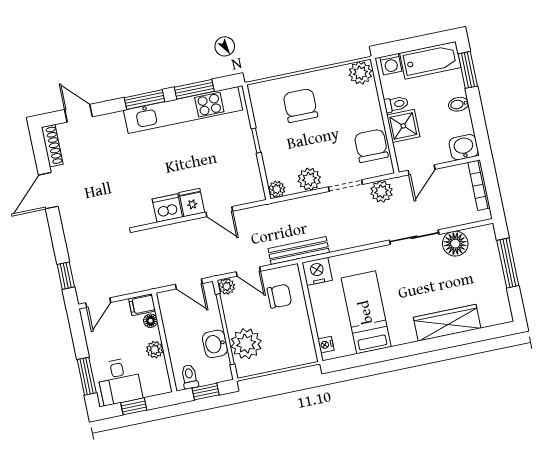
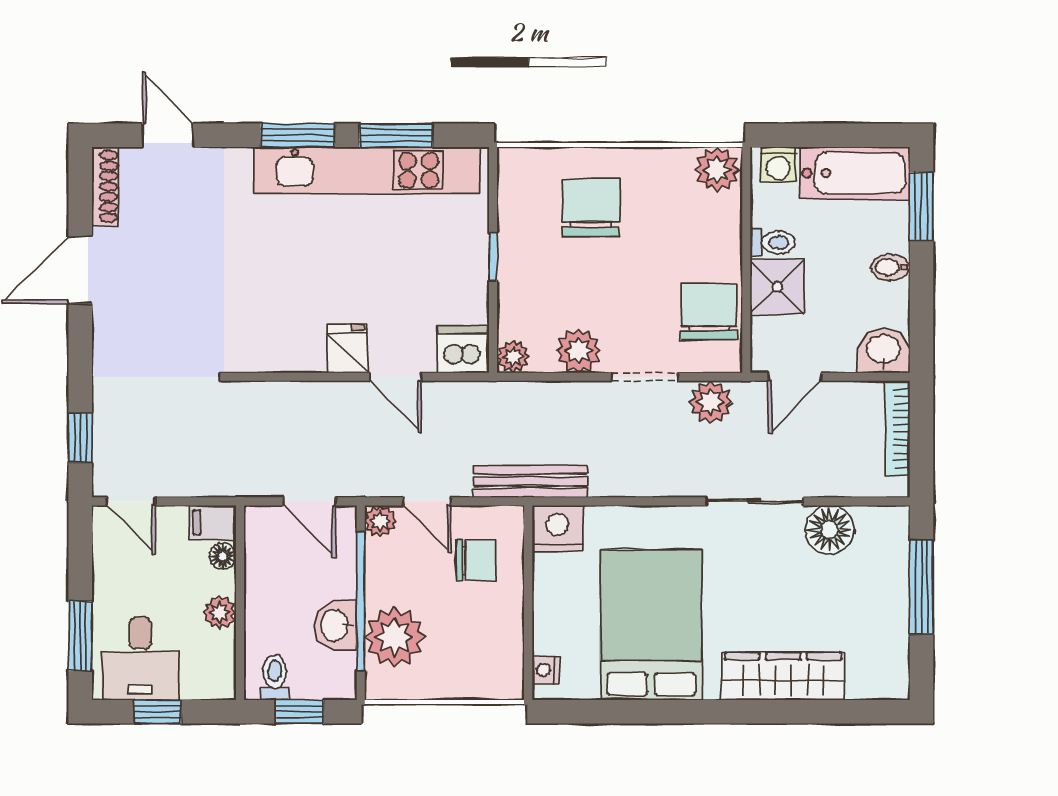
dishwasher: (167, 208) -> (462, 349), moved
door: (98, 303) -> (131, 501), hinge flipped
bed: (366, 312) -> (651, 625), width x1.50

